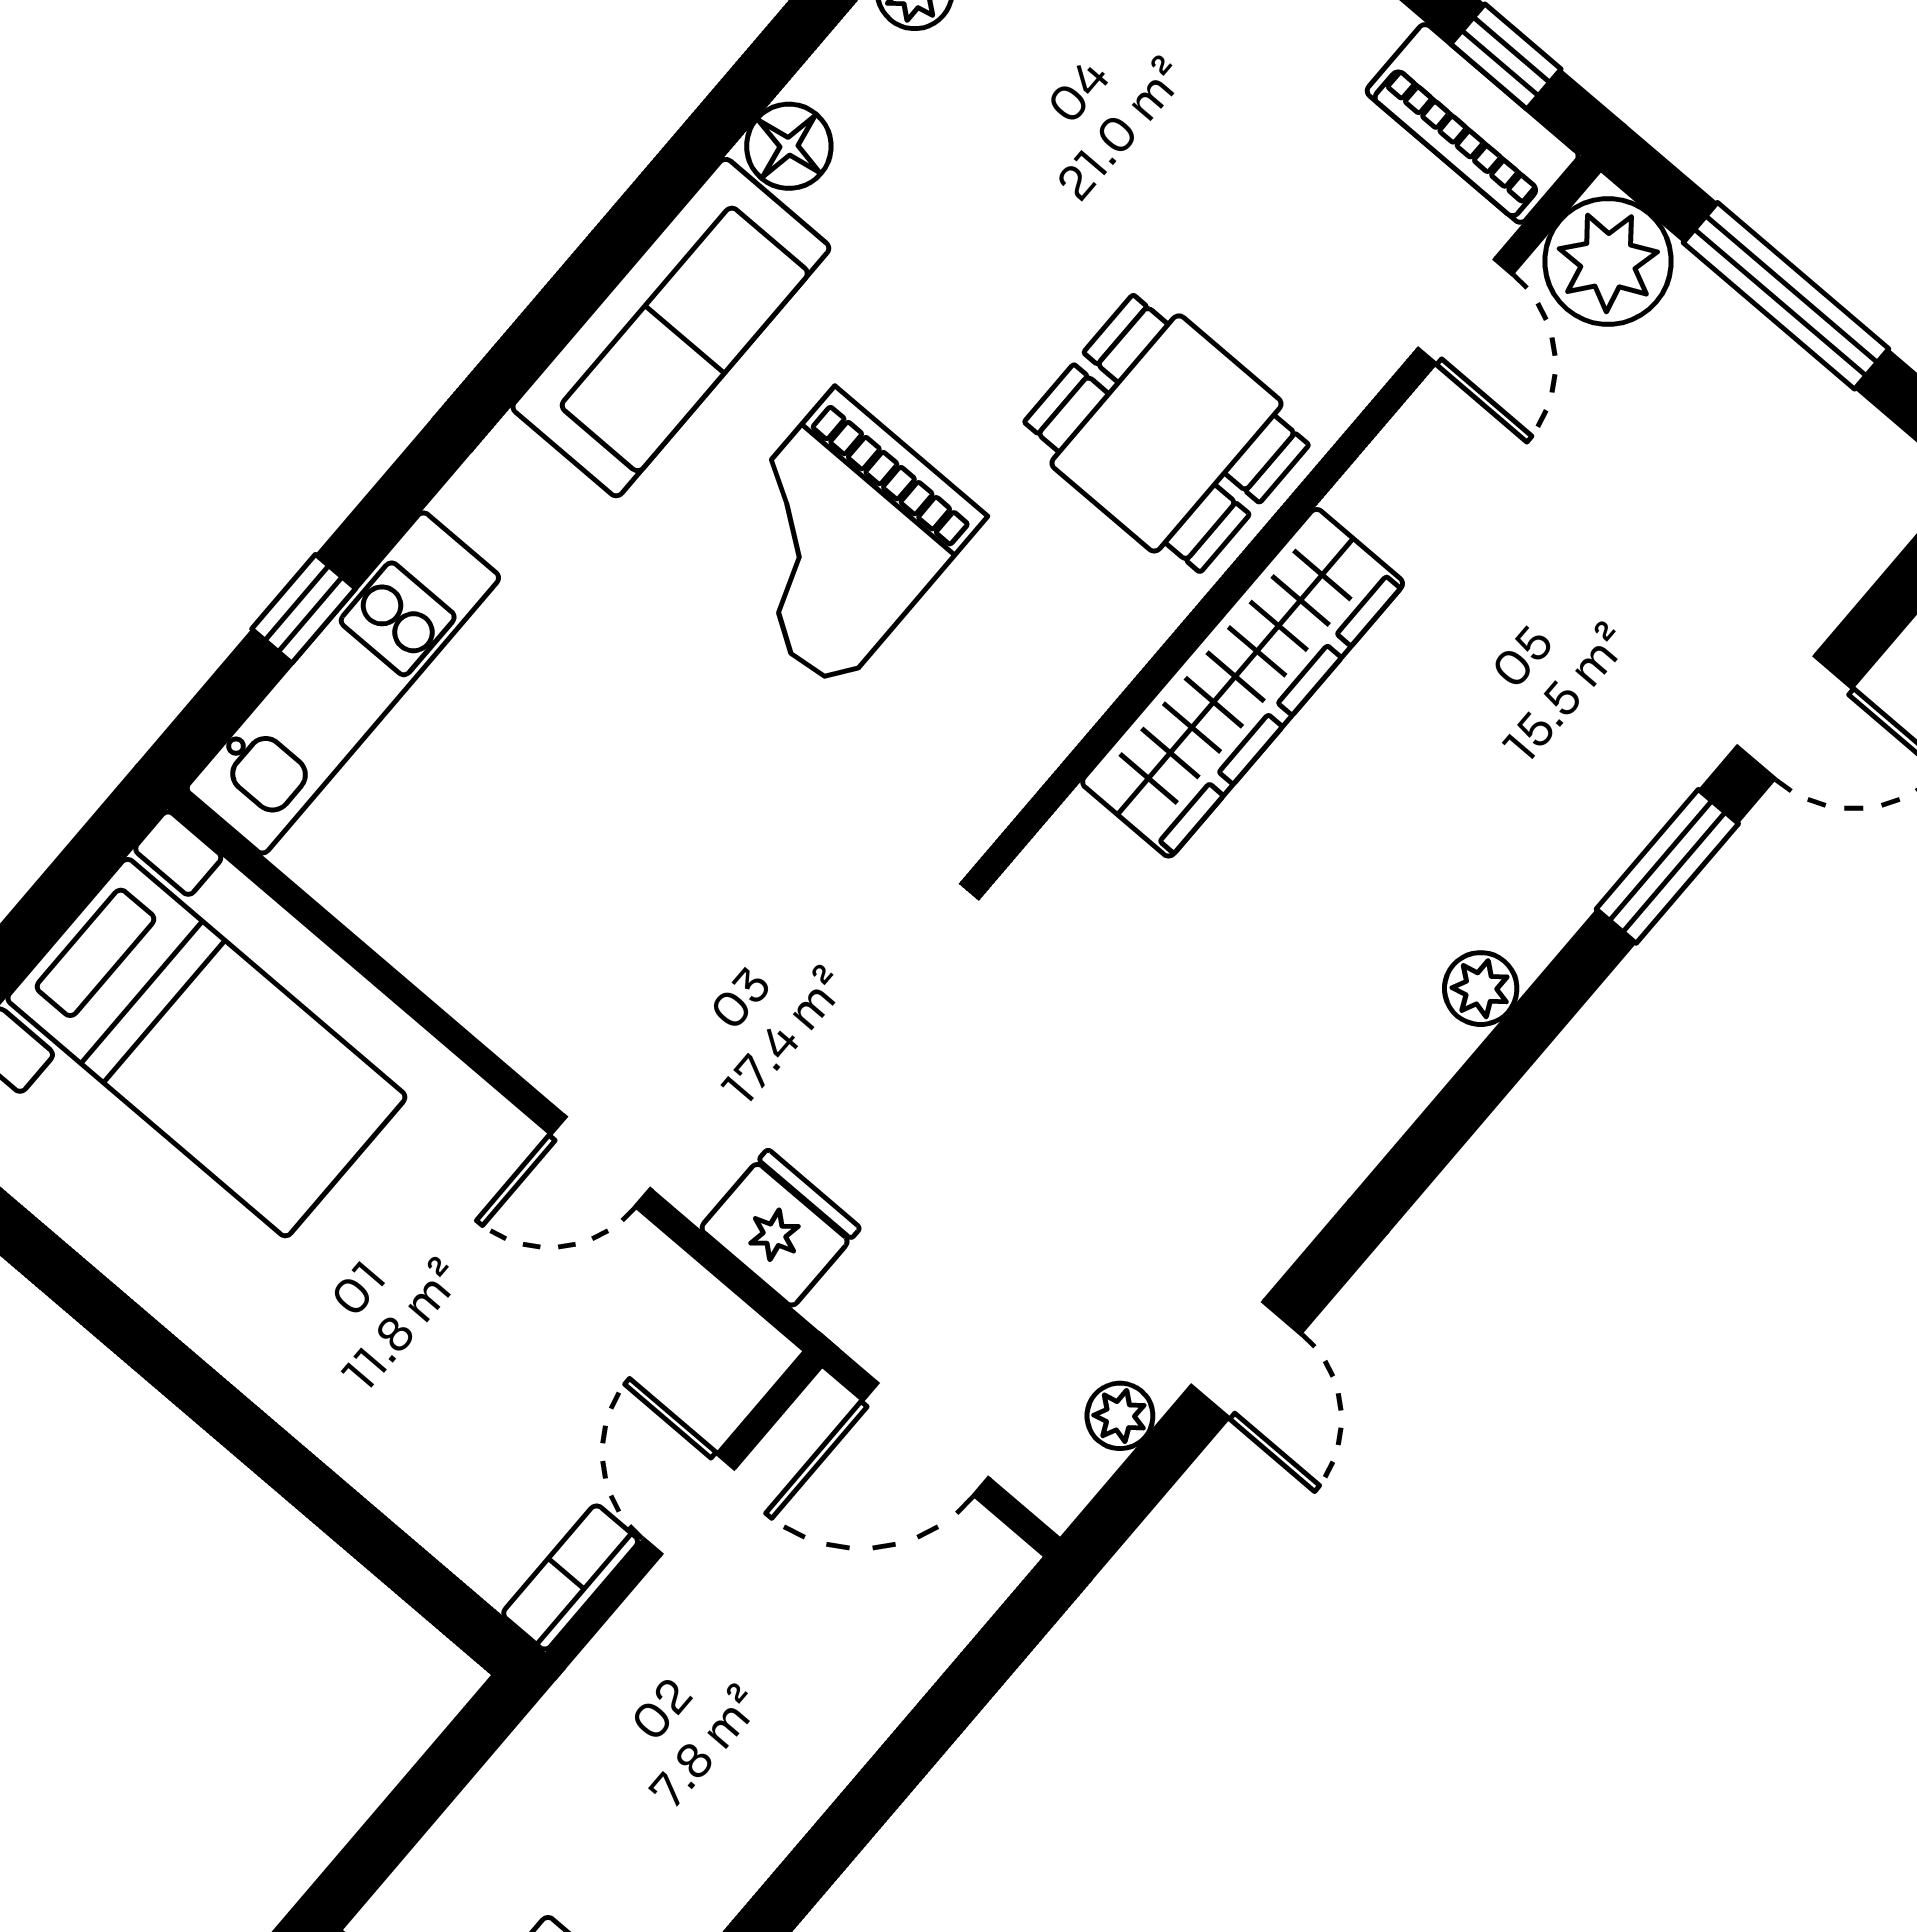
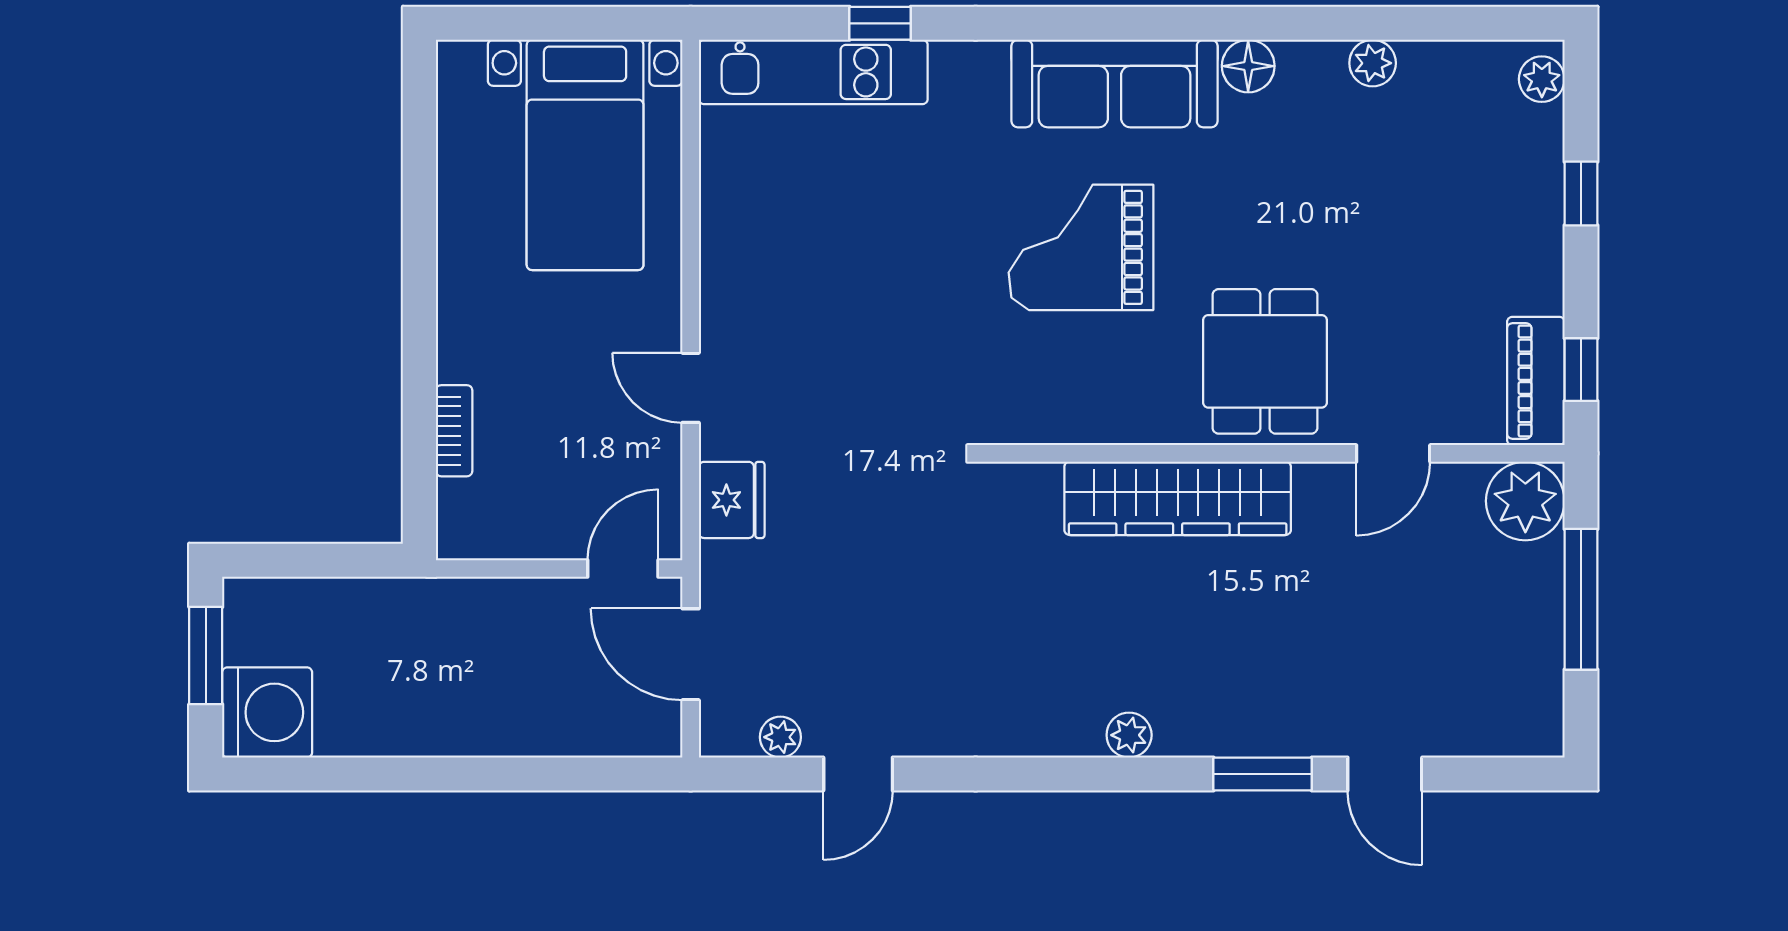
door: (1465, 311) -> (1393, 453), moved
window: (304, 609) -> (880, 23), moved
door: (689, 1504) -> (623, 568), moved
bookcase: (571, 1577) -> (454, 431), moved, turned 90

